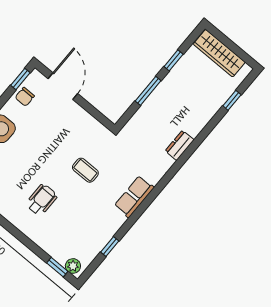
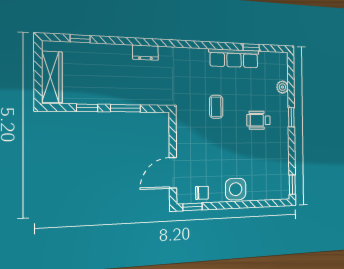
row of seats: (134, 197) -> (234, 58), moved, width x1.48
plant: (73, 266) -> (282, 87), moved
window: (57, 267) -> (291, 117), moved

